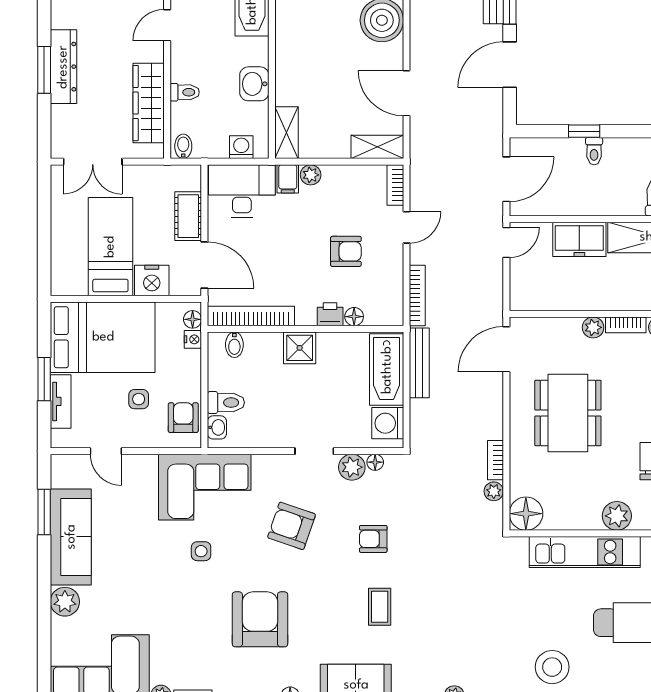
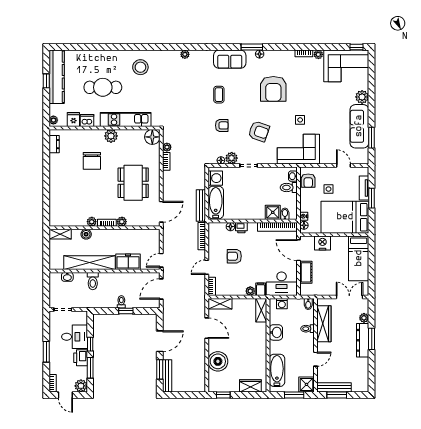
plant: (61, 116) -> (364, 318), added
bed: (110, 247) -> (359, 258), moved
shower: (300, 348) -> (273, 212), moved

